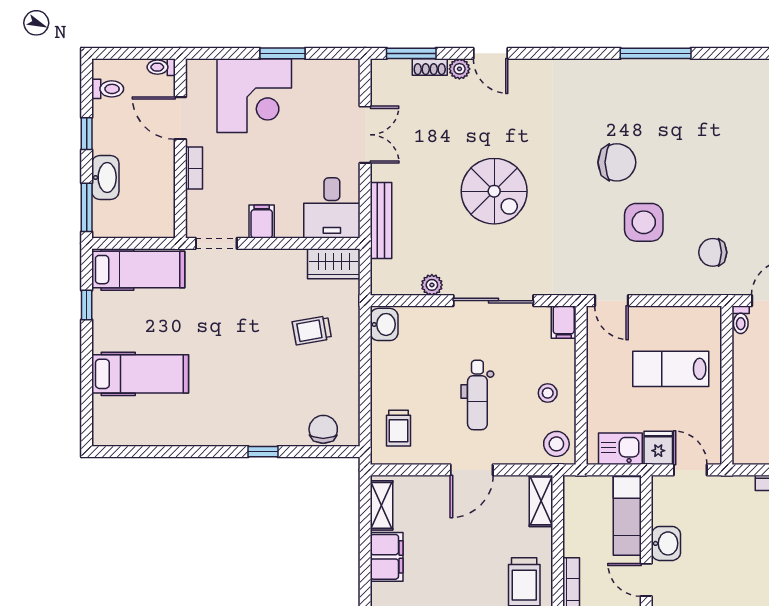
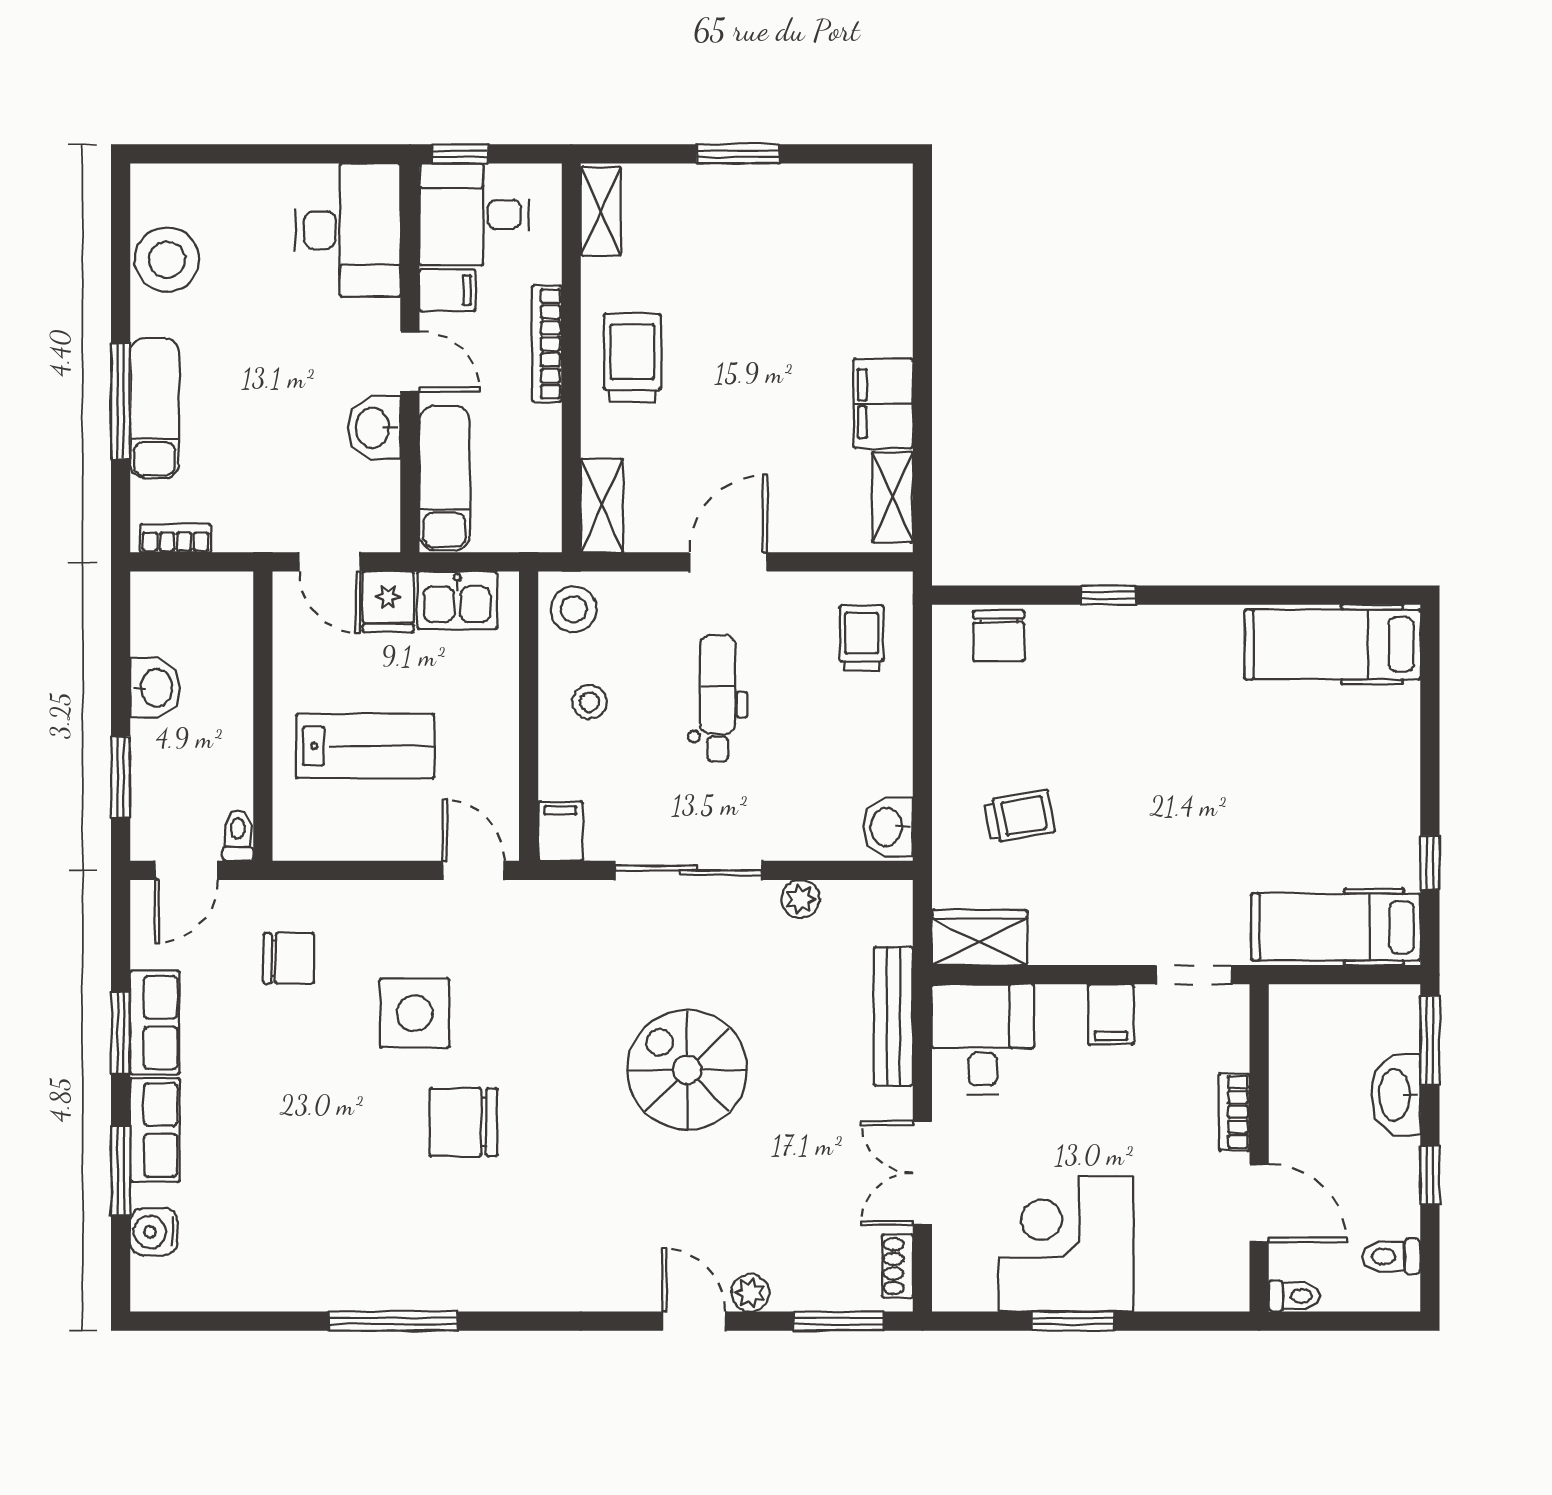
shoe rack: (430, 67) -> (897, 1266), moved, turned -90
corner desk: (254, 96) -> (1066, 1244), moved
hospital bed: (140, 374) -> (1333, 644), moved

